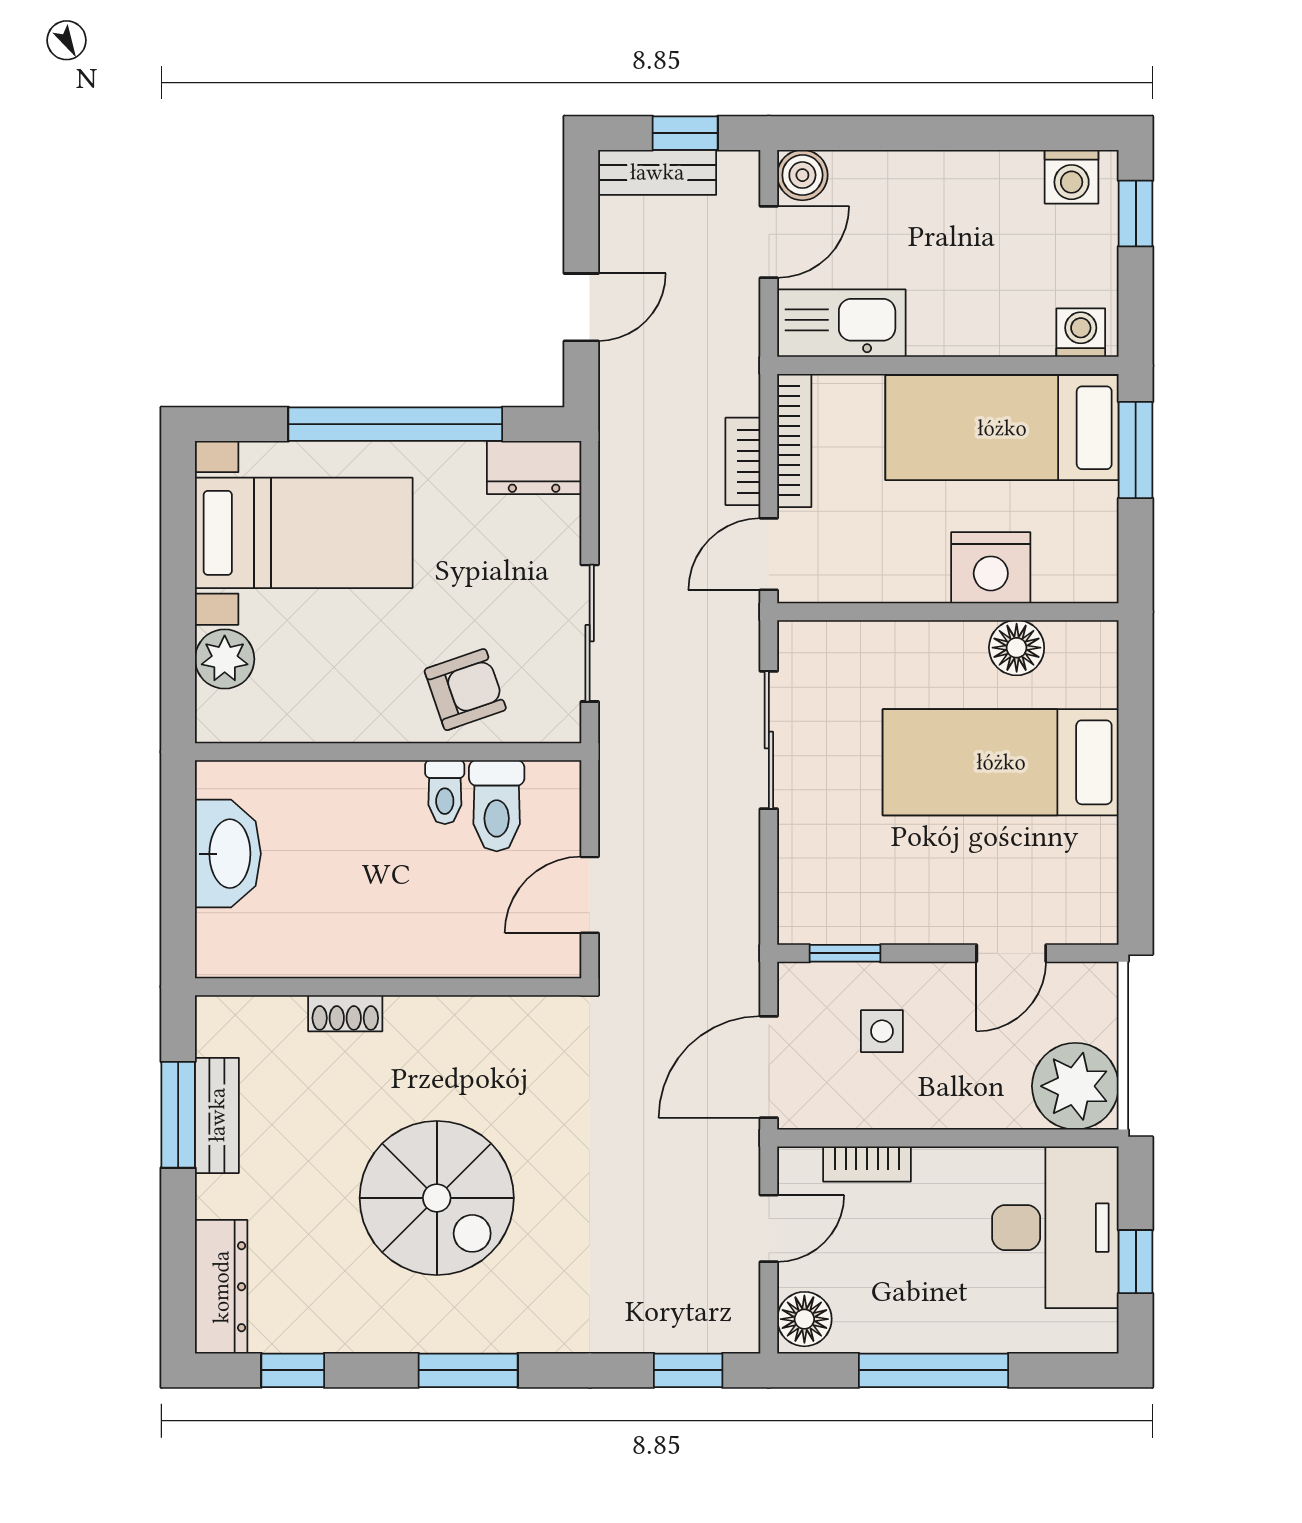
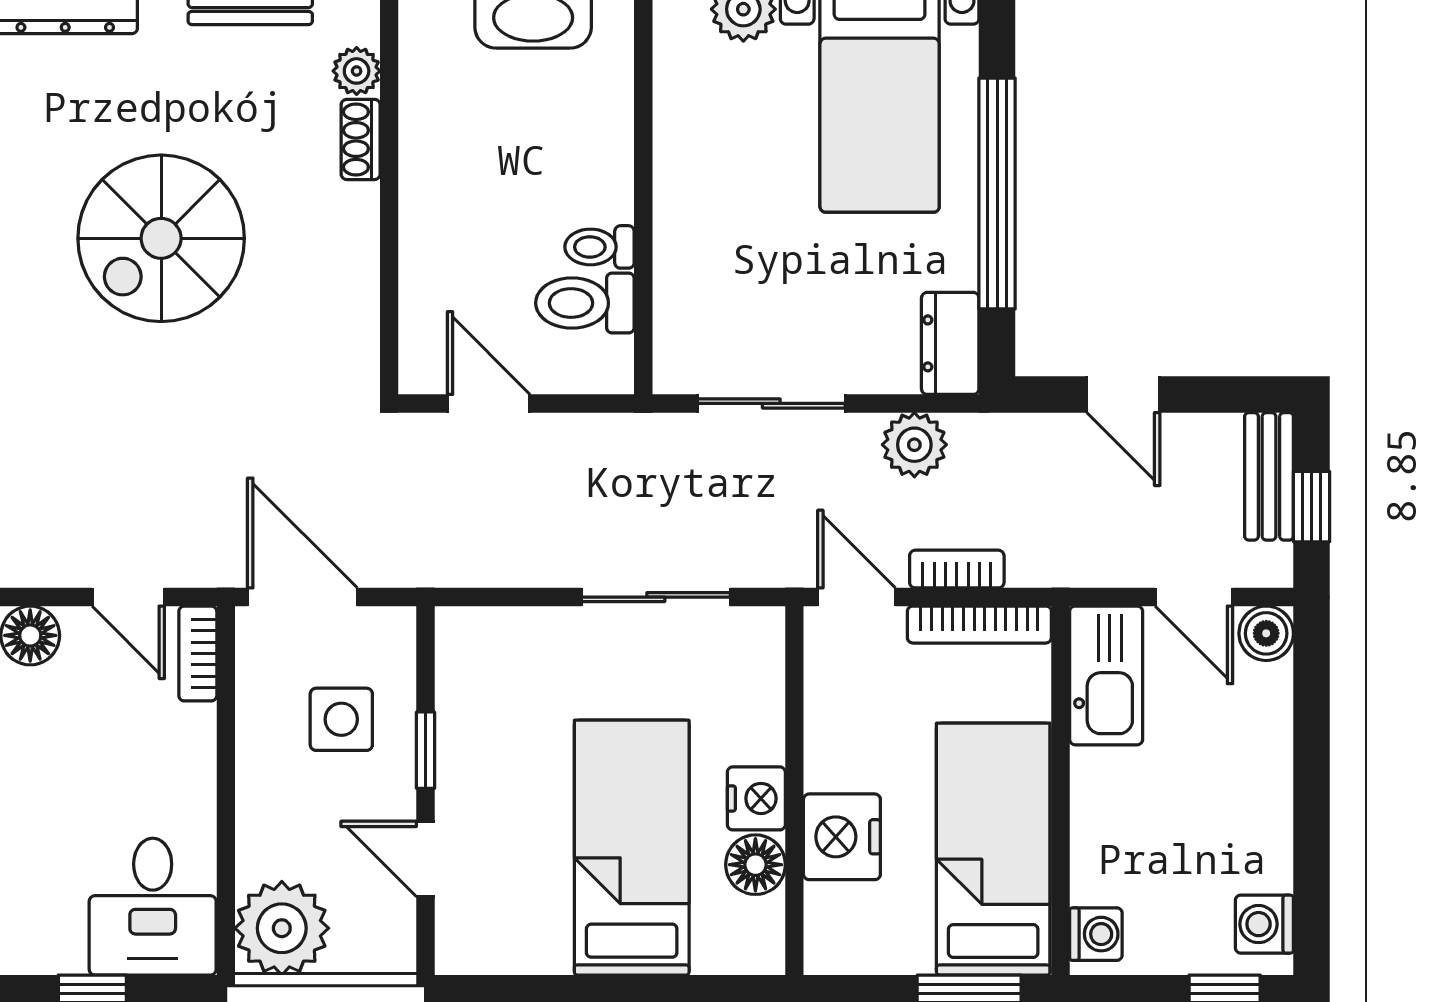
plant: (628, 501) -> (914, 445), added
nightstand: (955, 647) -> (756, 798), added
armchair: (465, 690) -> (710, 269), removed
window: (845, 953) -> (425, 750), moved
plant: (282, 1017) -> (357, 71), added
side table: (882, 1031) -> (341, 719), width x1.37, depth x1.37
bookcase: (867, 1164) -> (198, 654), moved
desk: (1055, 1228) -> (153, 907), width x0.73

